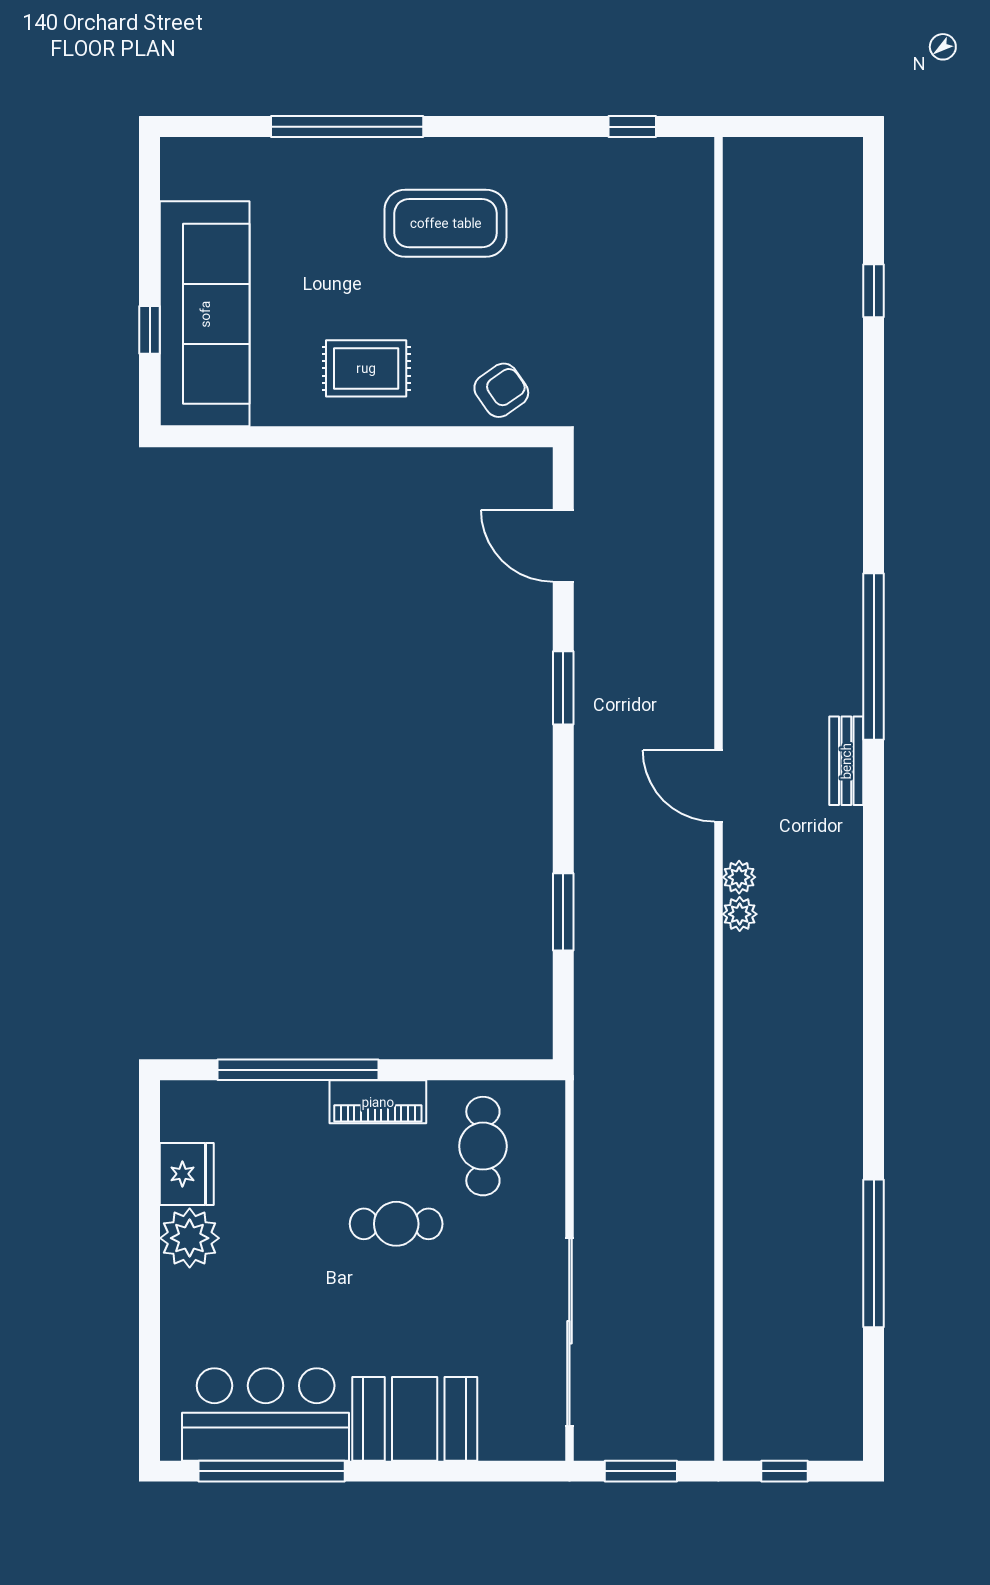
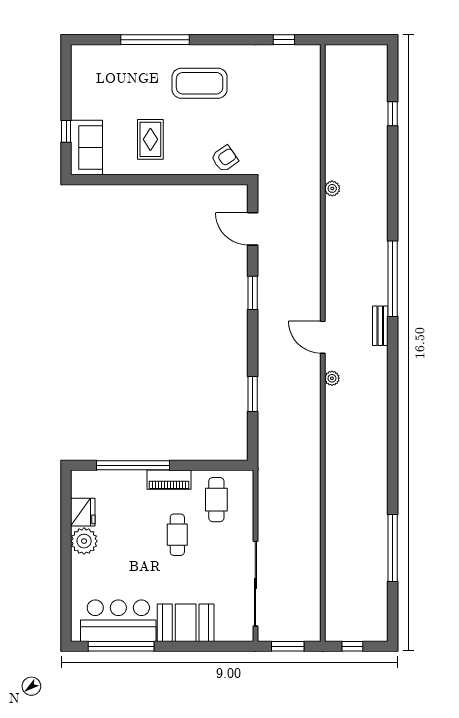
sofa: (205, 314) -> (87, 147), width x0.54, depth x0.79
rug: (366, 368) -> (150, 139), moved, turned 90
plant: (740, 914) -> (332, 188), moved
cafe table: (396, 1224) -> (177, 535), turned 90

